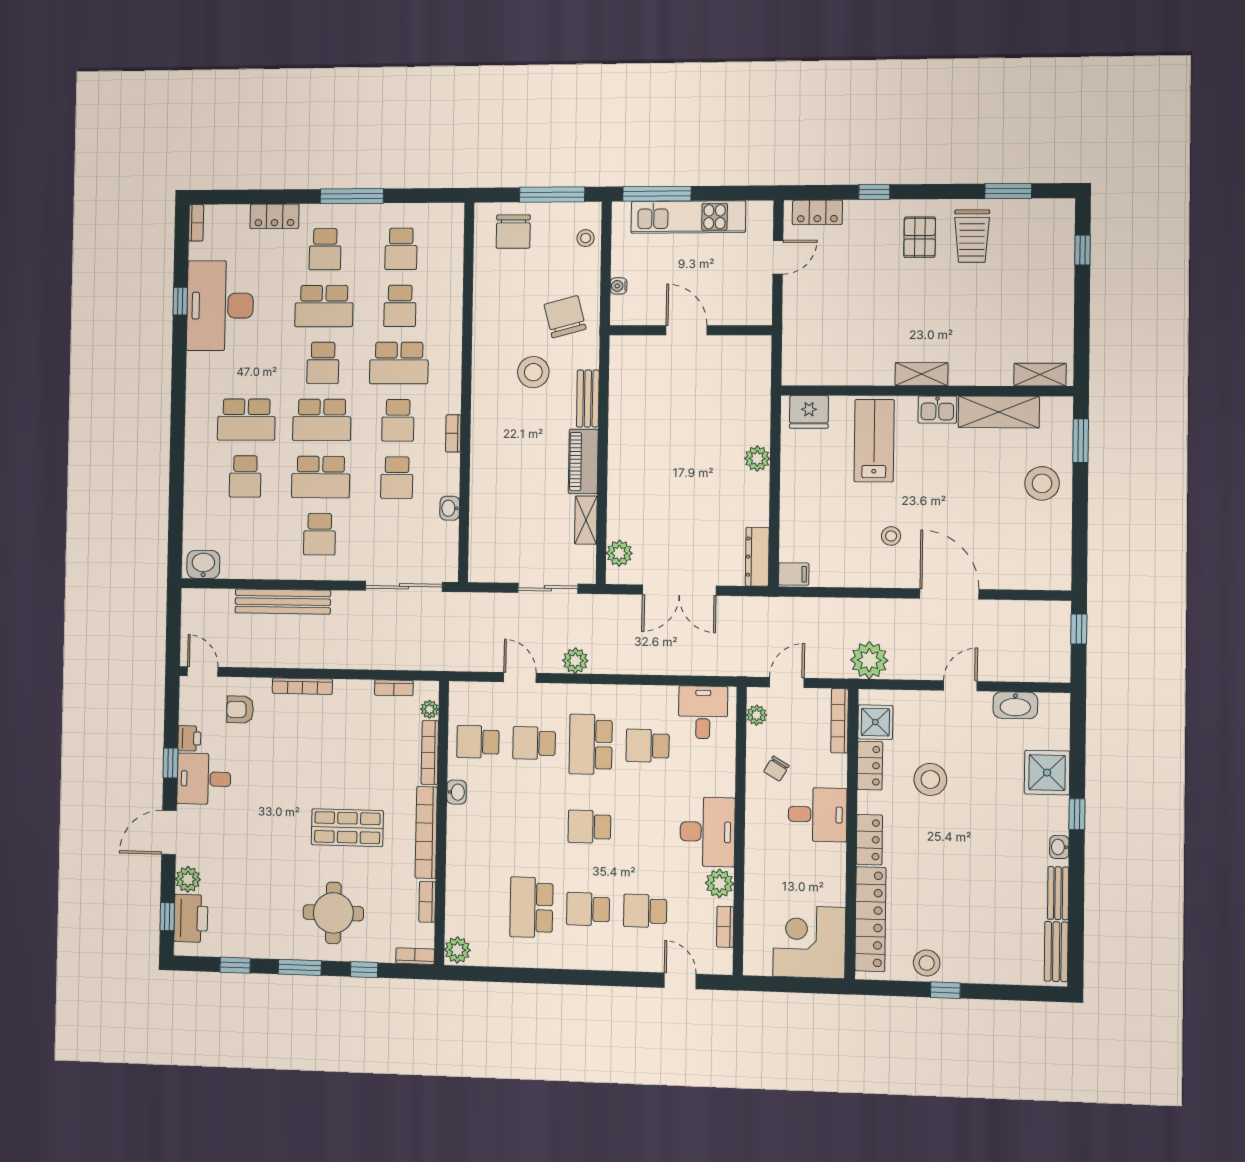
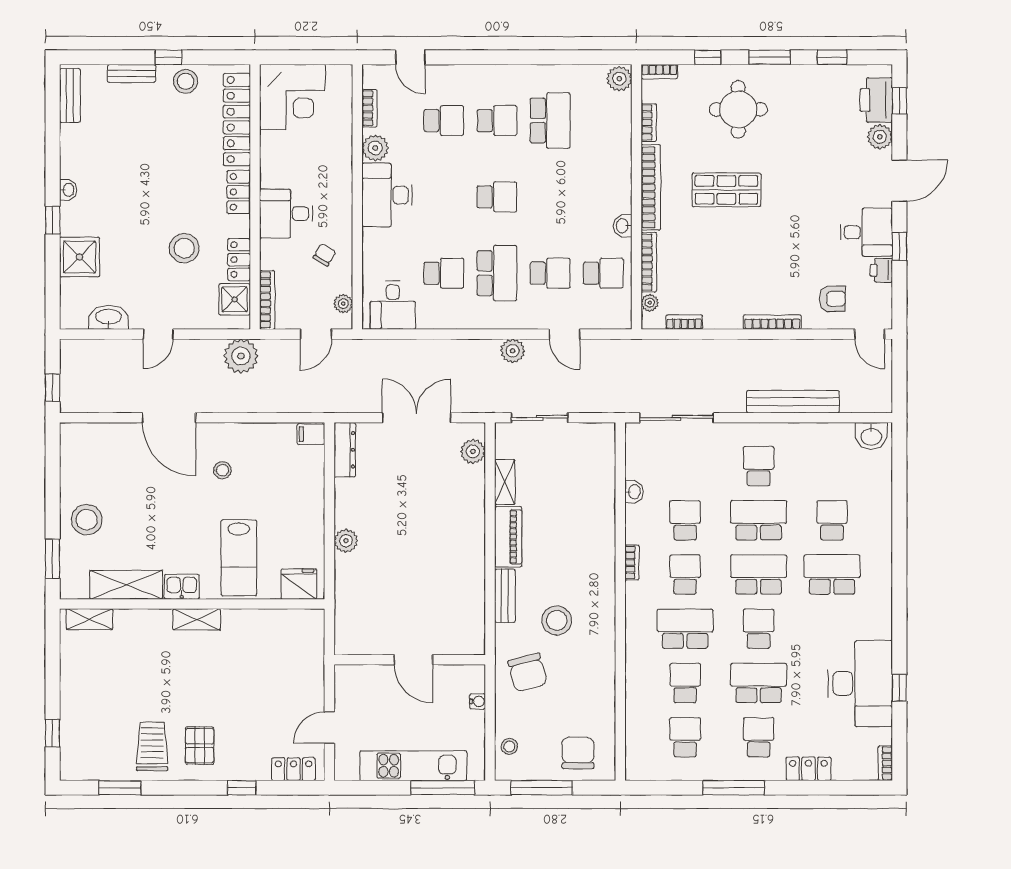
bench: (1058, 893) -> (132, 73), moved, turned 90

